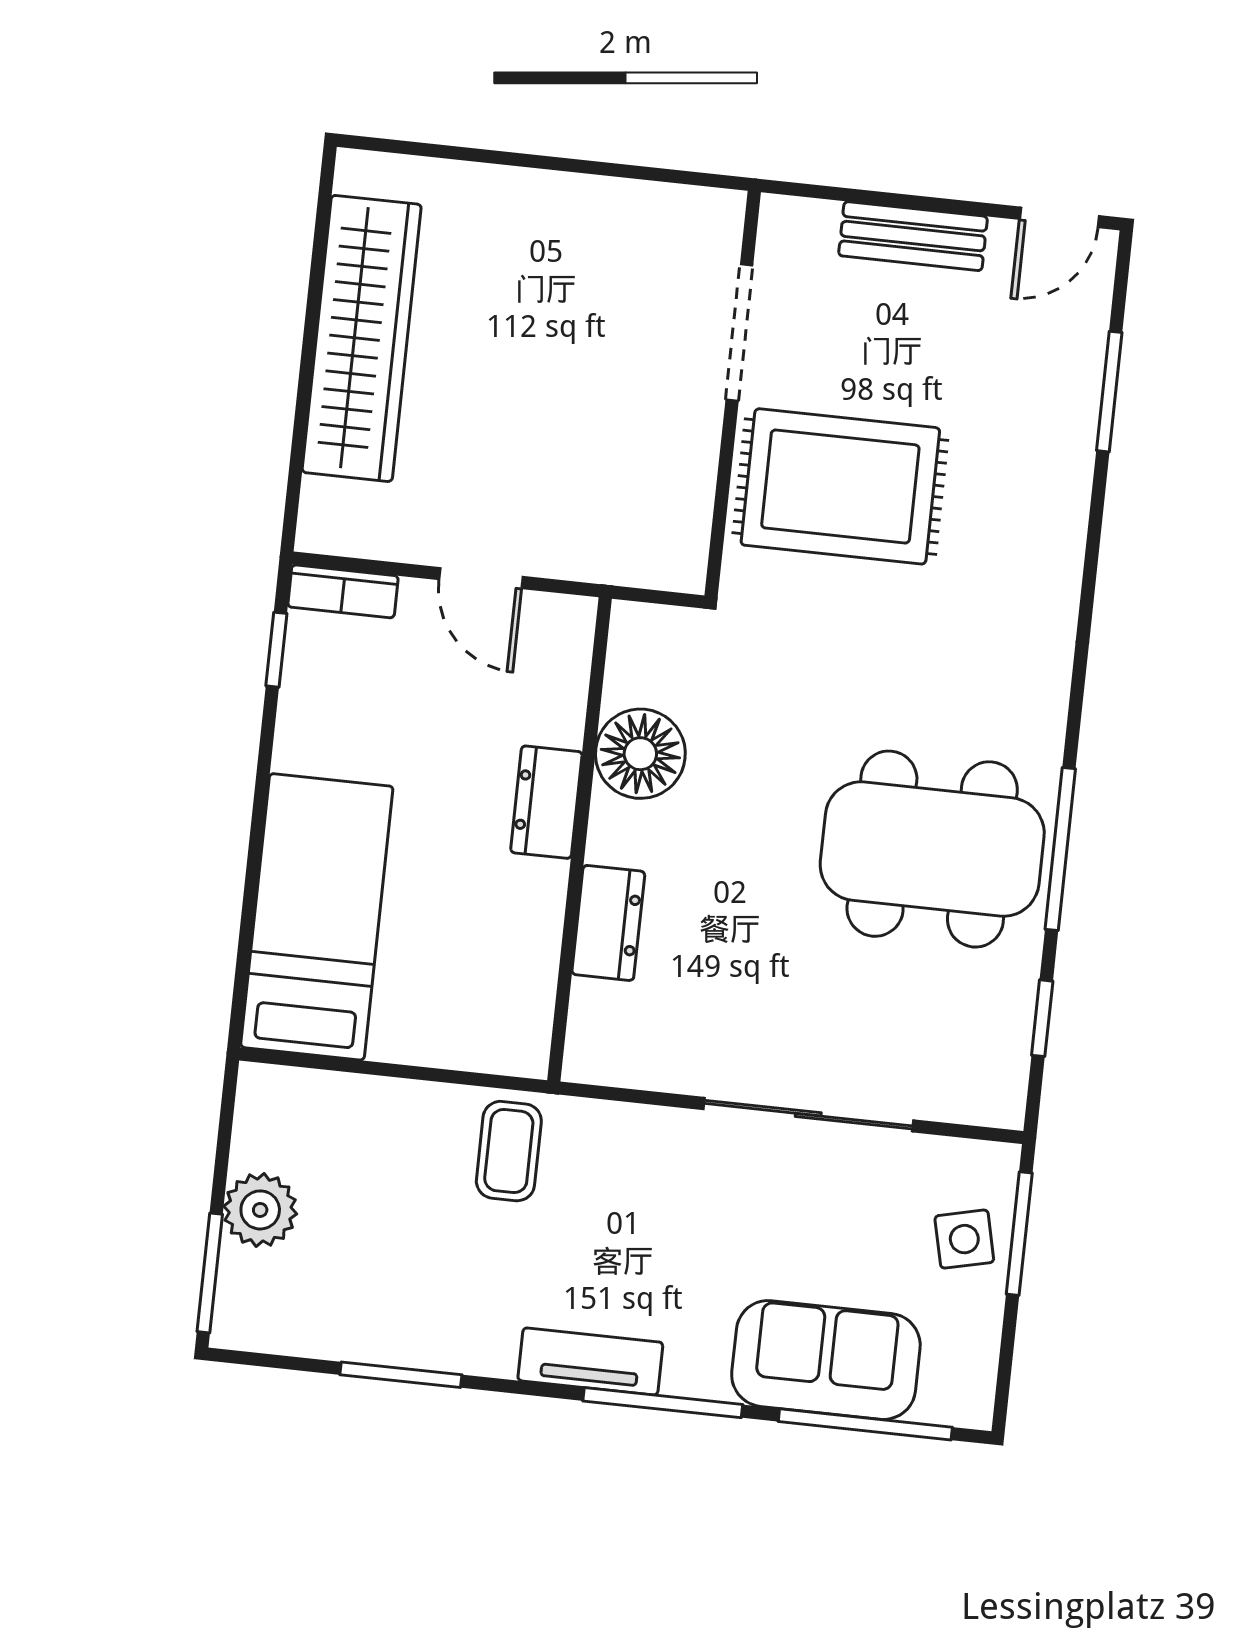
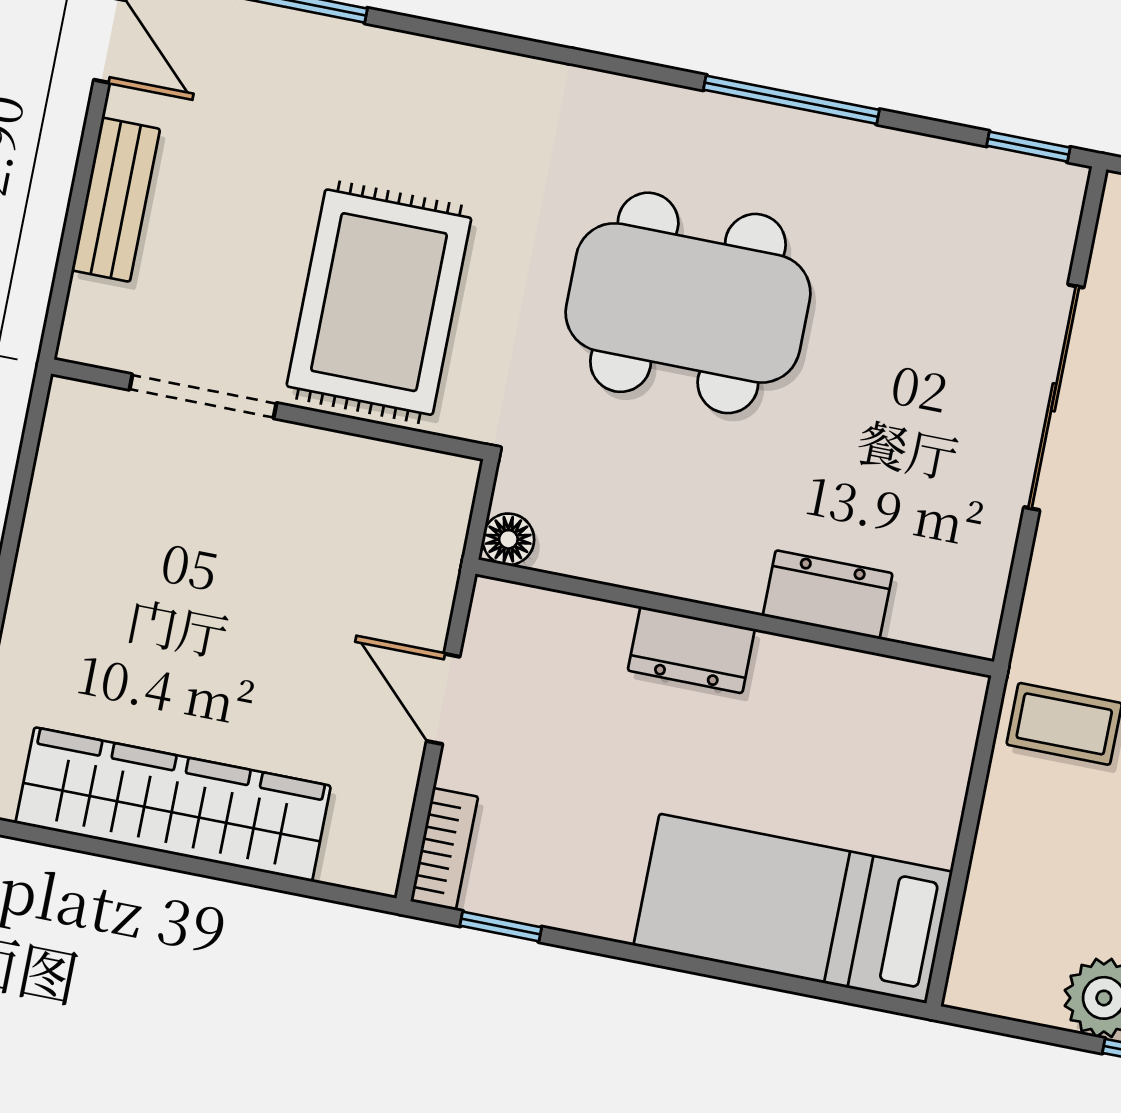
door: (481, 578) -> (443, 699), swing flipped
floor lamp: (640, 754) -> (508, 539), moved, width x0.53, depth x0.53
dining table: (932, 849) -> (688, 303), moved, turned 90
window: (1042, 1018) -> (1028, 147), moved

